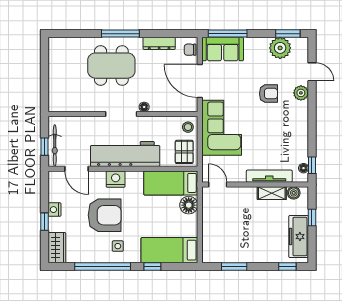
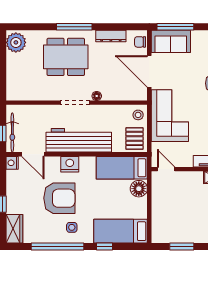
plant: (59, 50) -> (16, 42), added
nightstand: (54, 210) -> (12, 163), moved

